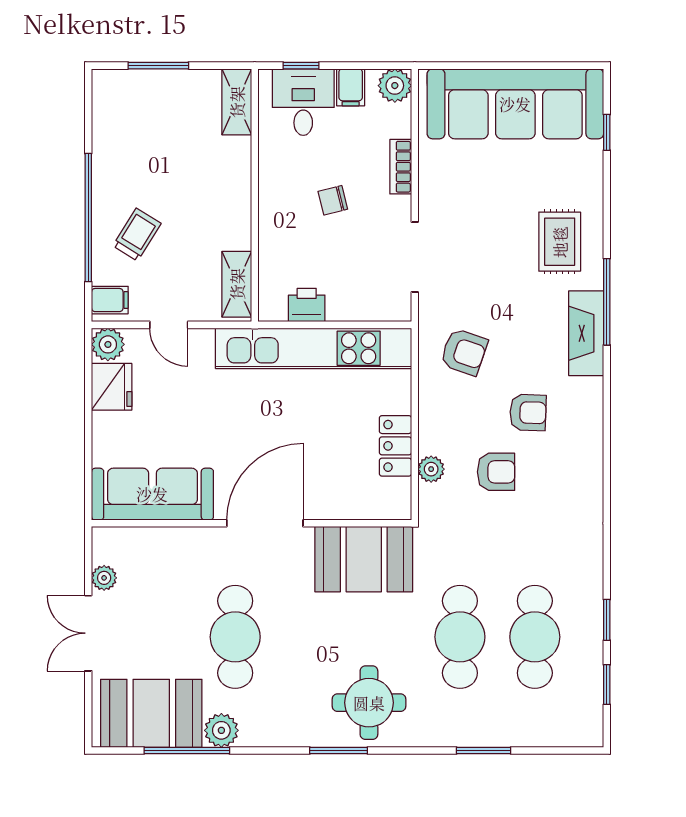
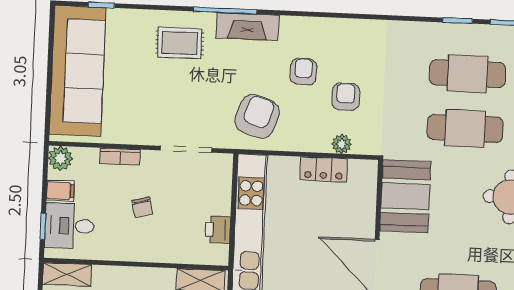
armchair: (464, 352) -> (257, 116), width x1.38, depth x1.38

